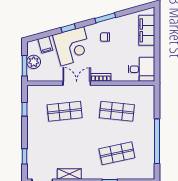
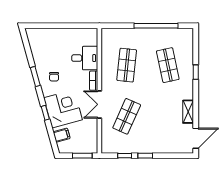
filing cabinet: (147, 30) -> (47, 36), removed
plant: (34, 62) -> (78, 147), removed
desk: (141, 69) -> (85, 58), moved, turned 90
shop shelf: (65, 111) -> (127, 116), turned 30
window: (24, 156) -> (145, 156), moved

